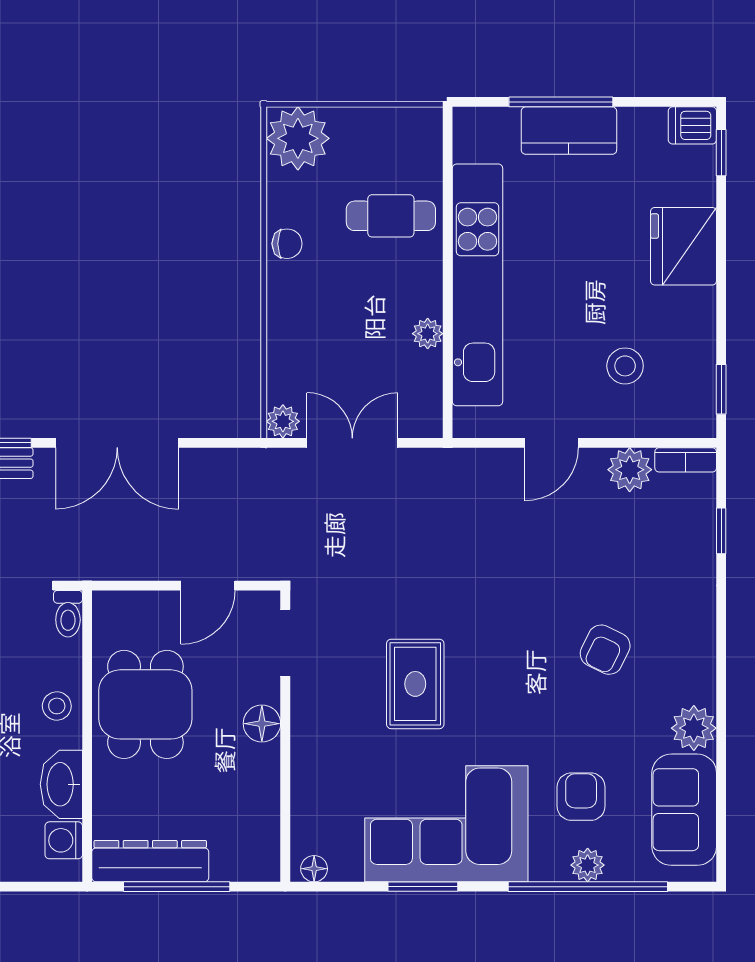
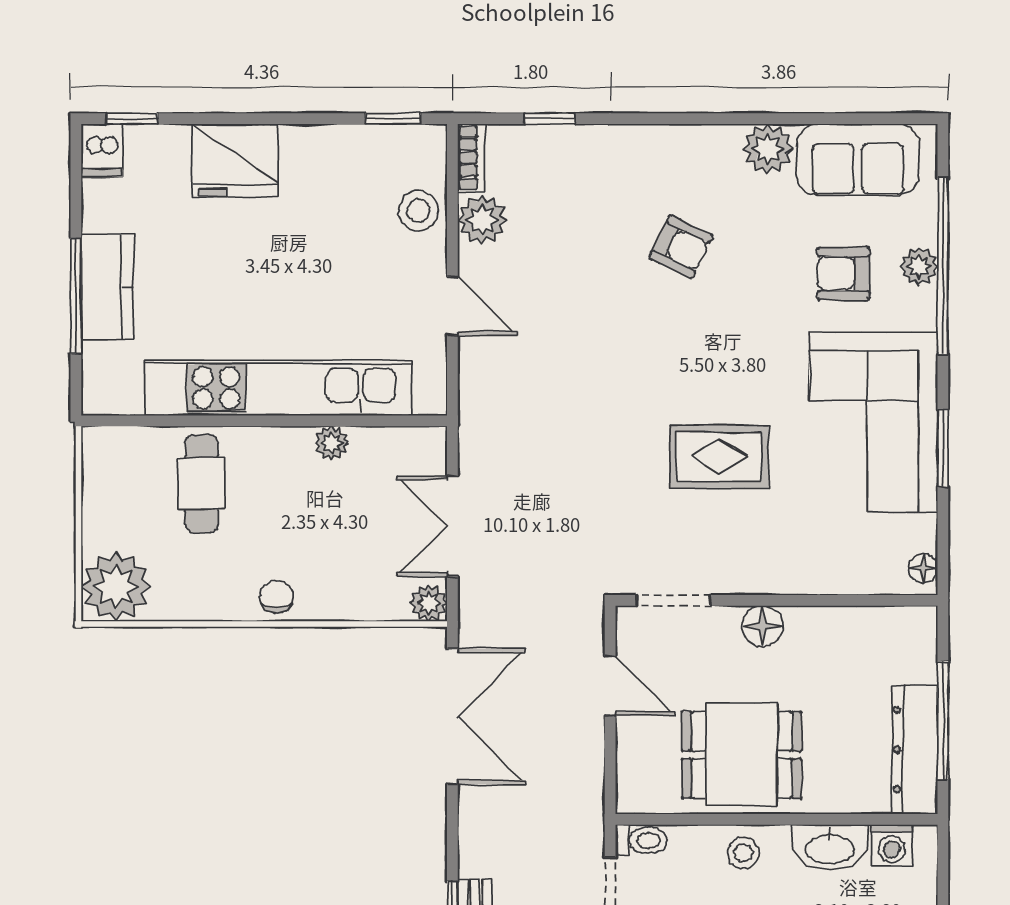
chair: (287, 244) -> (277, 597), moved
stool: (625, 366) -> (418, 211), moved
double door: (117, 443) -> (452, 716), moved

